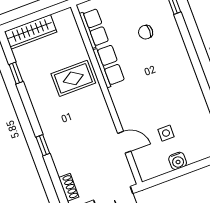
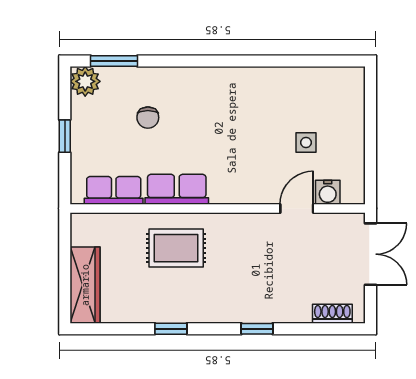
window: (16, 73) -> (171, 329), moved
rug: (73, 78) -> (176, 248), turned 90
water cooler: (178, 161) -> (328, 192), moved, turned 90

